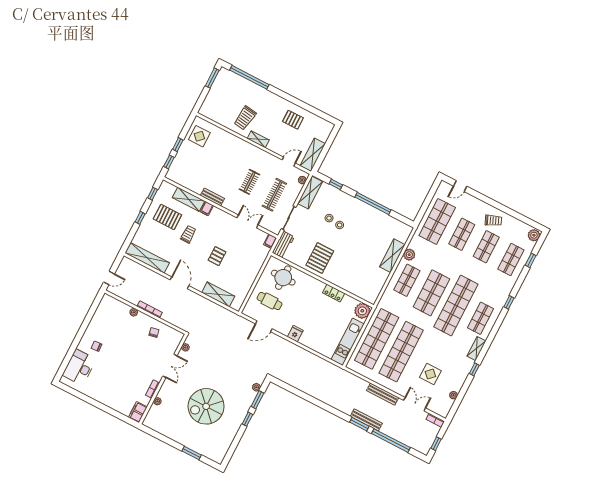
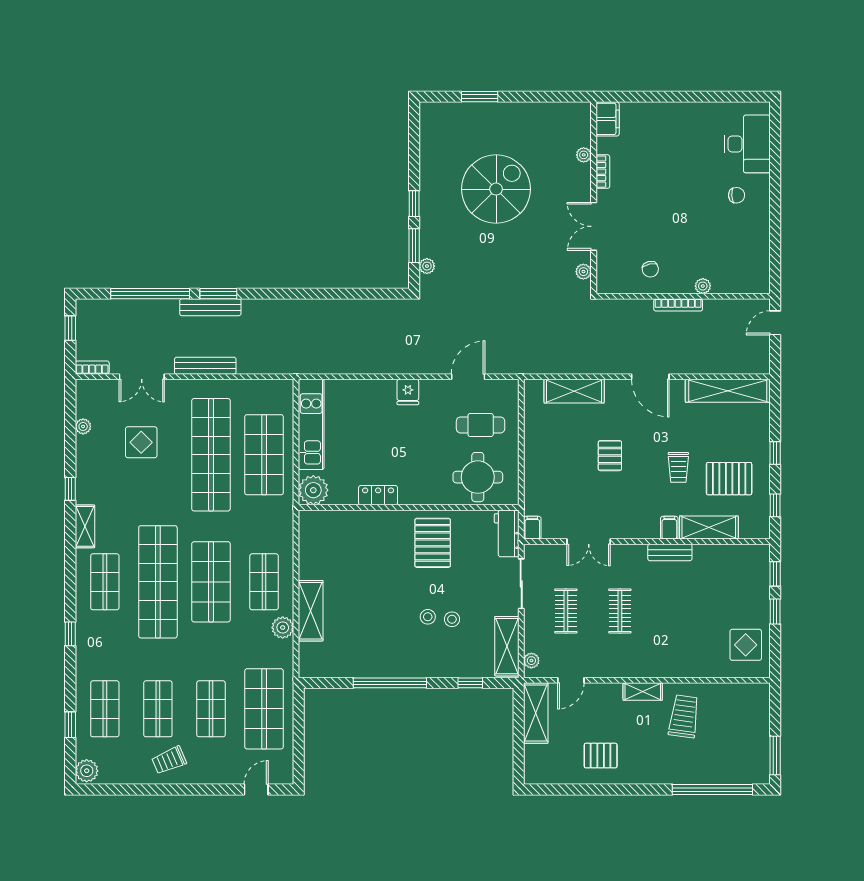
clothes rail: (274, 195) -> (566, 611), width x0.73
shop shelf: (377, 339) -> (264, 455), width x0.71

